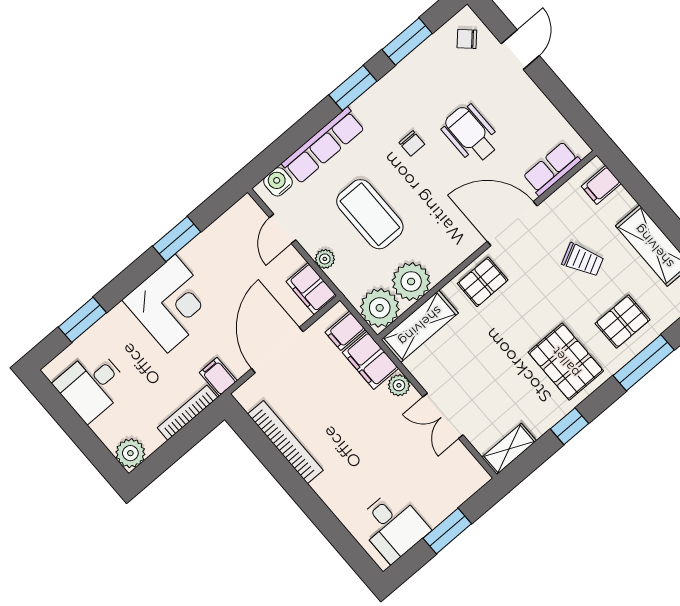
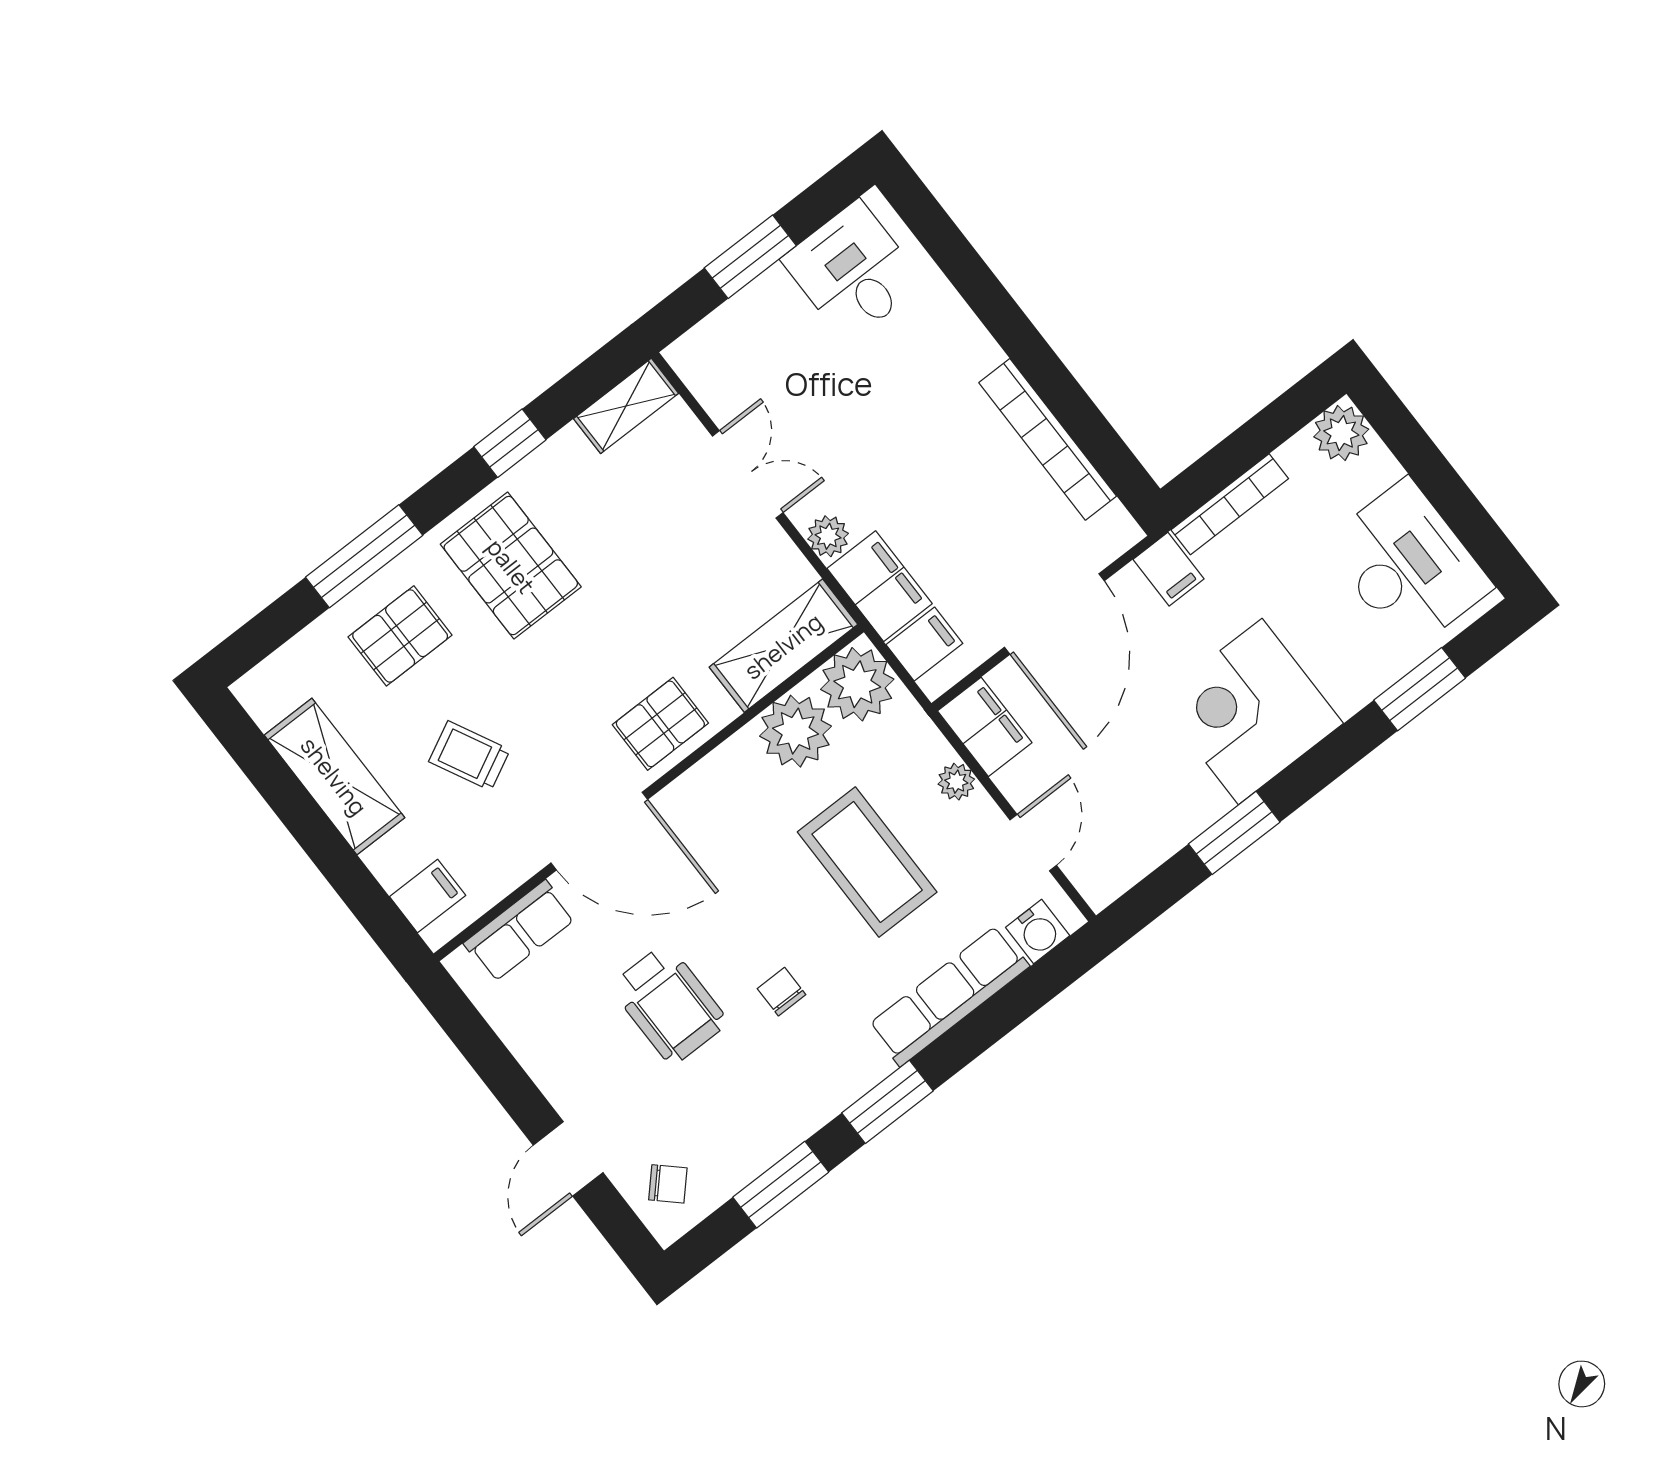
desk: (92, 385) -> (1408, 565), width x1.37

